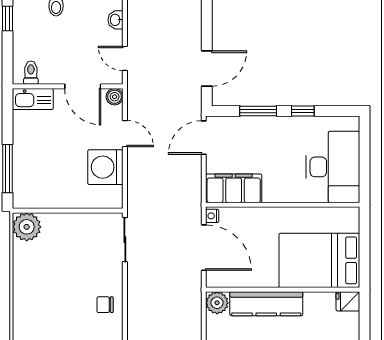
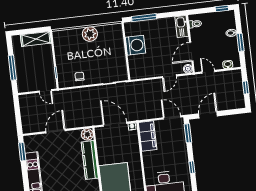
door: (125, 58) -> (208, 72), hinge flipped
door: (207, 69) -> (208, 115), swing flipped
window: (258, 111) -> (188, 133), moved
washing machine: (105, 167) -> (135, 45), moved, turned 90
plant: (27, 227) -> (90, 34), moved
door: (204, 248) -> (115, 124), swing flipped

